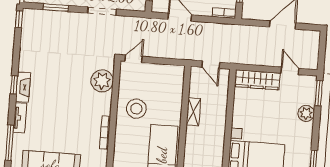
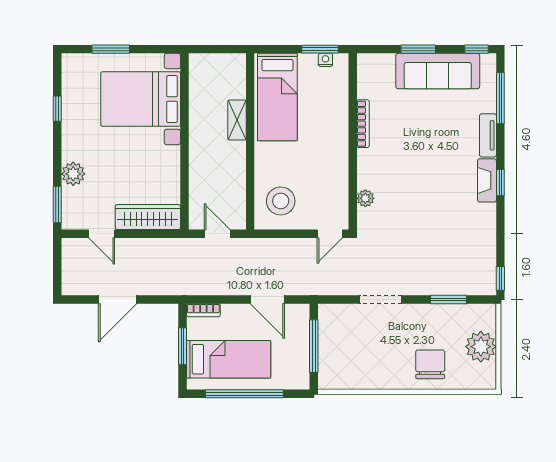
plant: (102, 81) -> (365, 198), width x0.53, depth x0.53
stool: (136, 109) -> (281, 201), moved
shelving: (193, 112) -> (237, 120), moved

